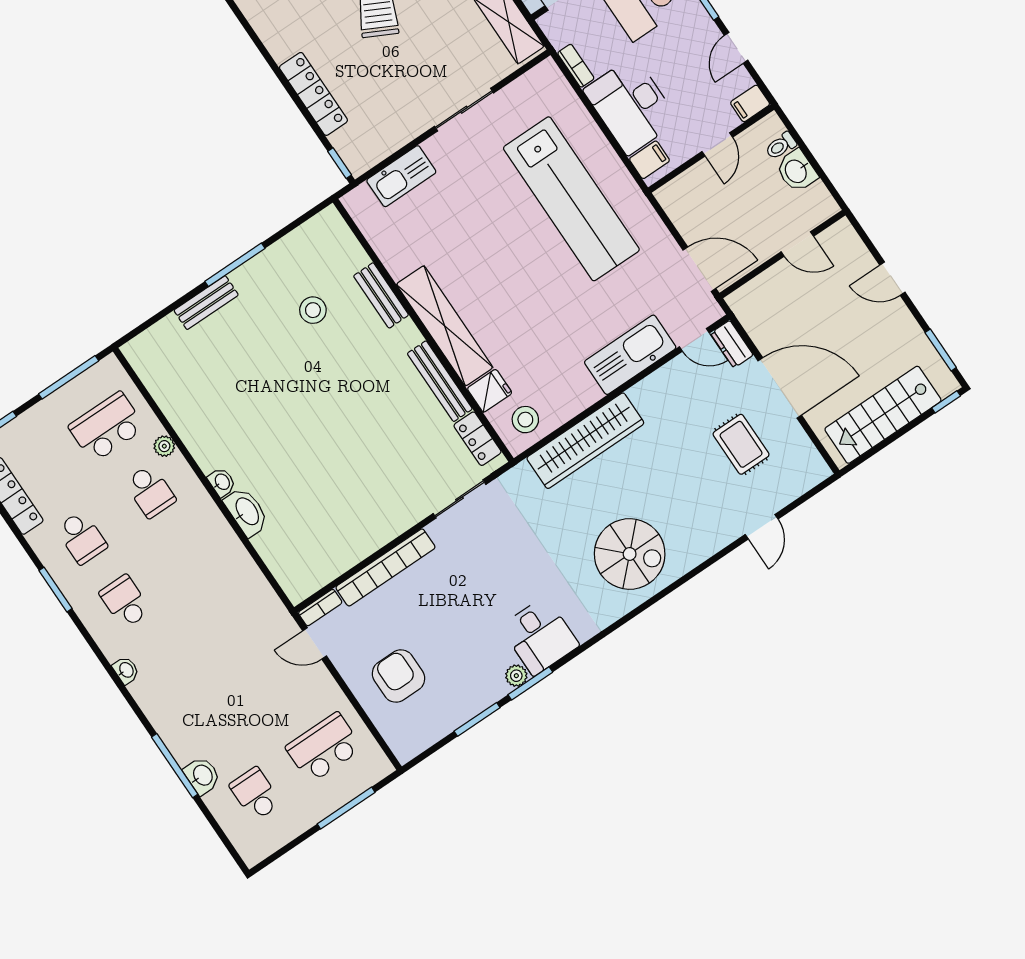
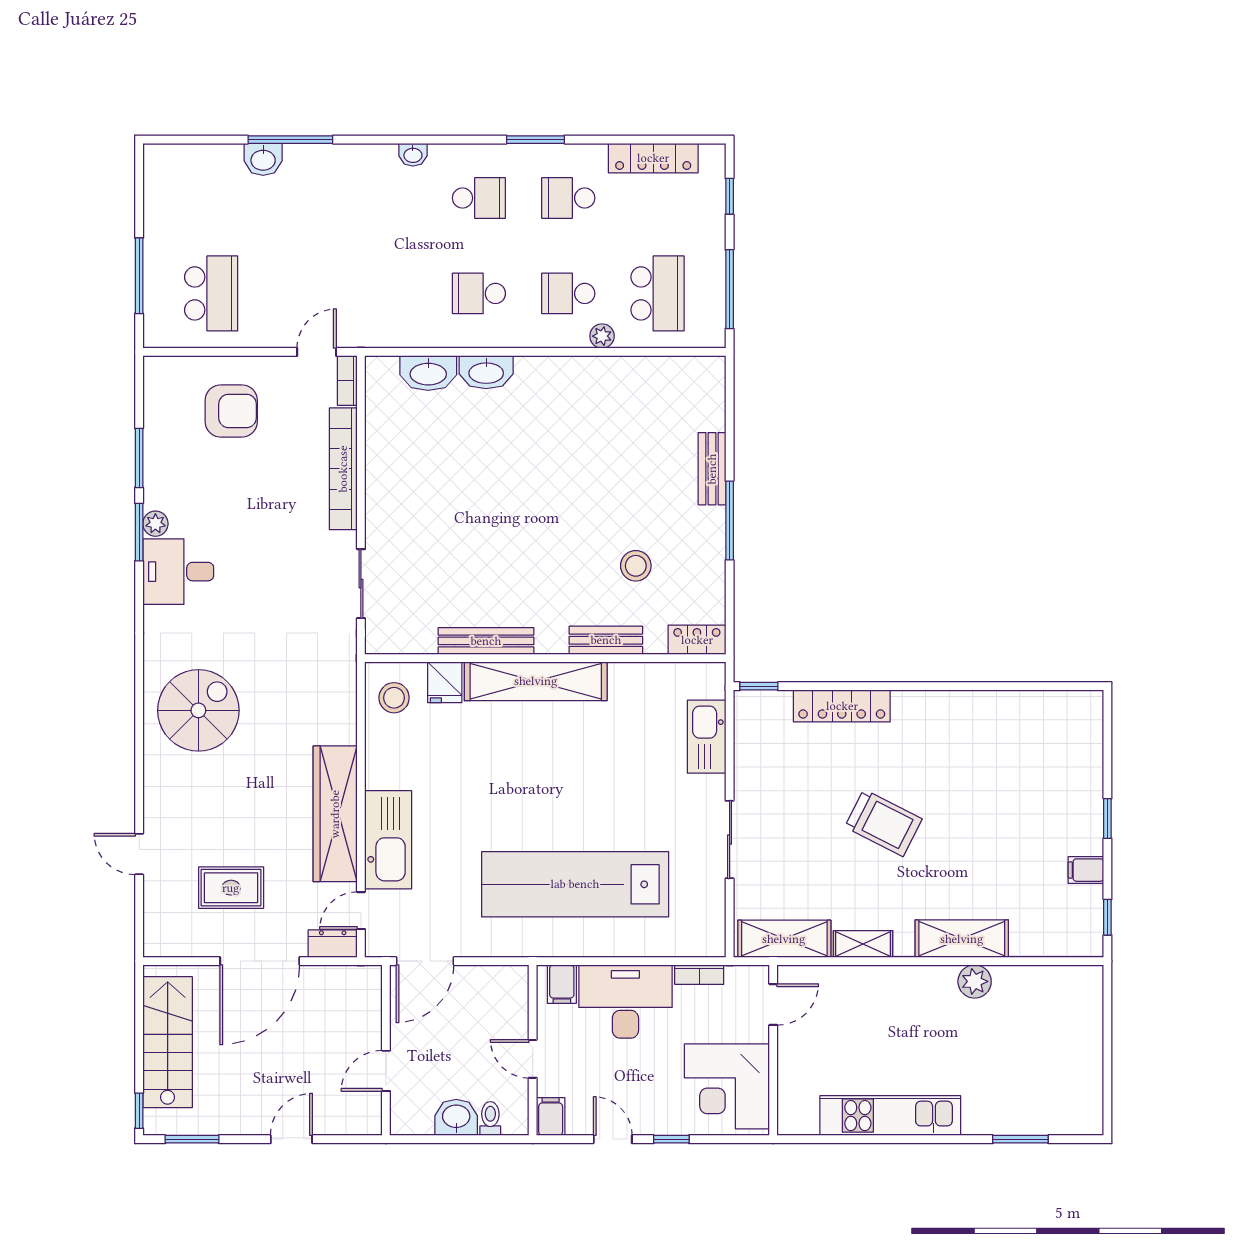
locker: (477, 439) -> (697, 640), moved
wardrobe: (585, 441) -> (335, 814), moved
washbasin: (222, 482) -> (428, 373), moved, width x1.91, depth x1.45
spiral stairs: (630, 554) -> (198, 710), turned 180
school desk: (255, 794) -> (479, 293), moved, turned 180

